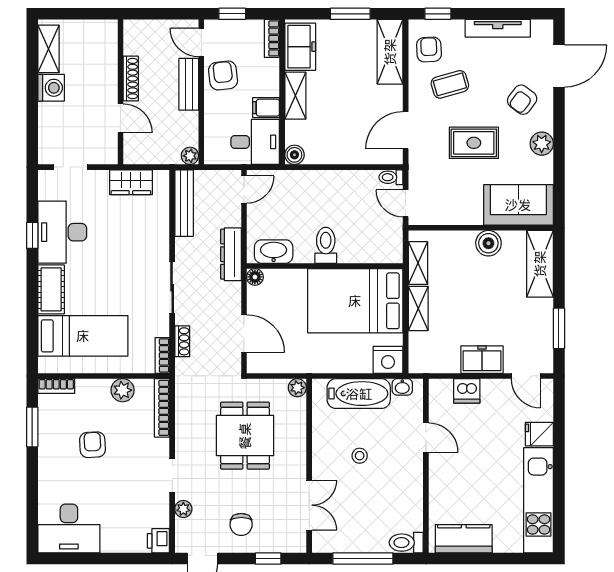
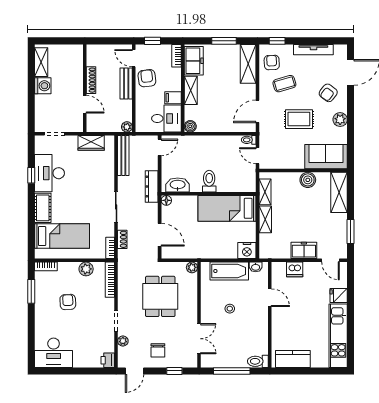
bed: (355, 301) -> (227, 208), width x0.67

